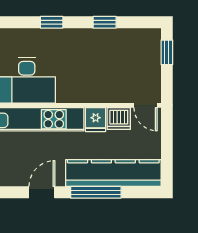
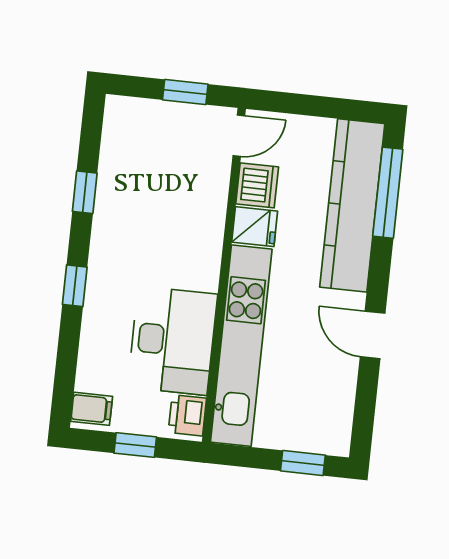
window: (167, 52) -> (185, 92), moved
window: (96, 192) -> (388, 193), moved

